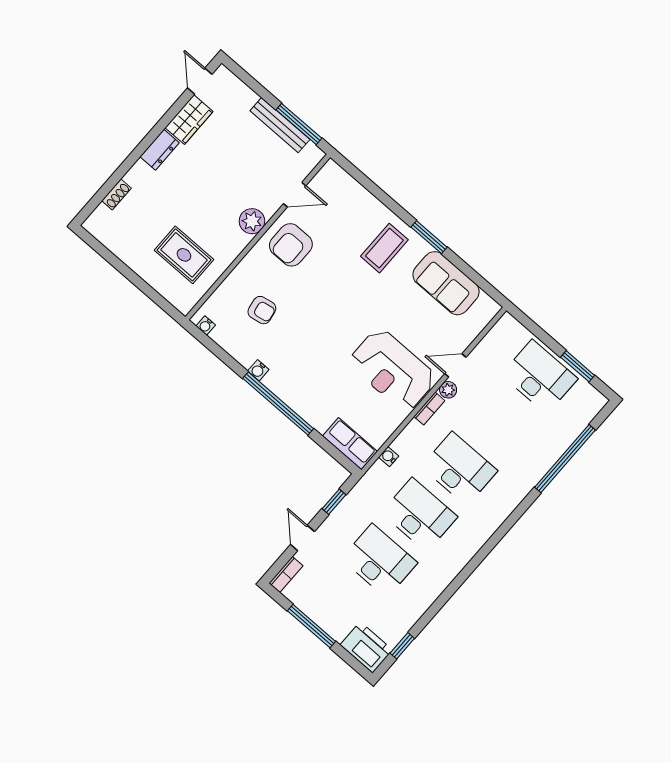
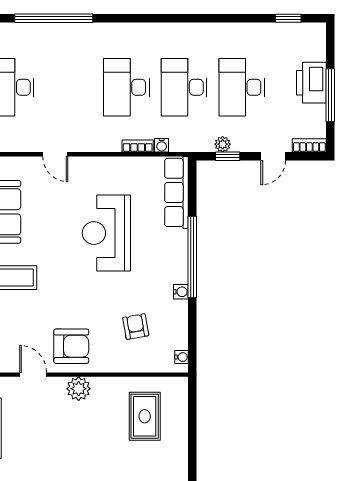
reception desk: (393, 370) -> (106, 233), moved, turned 180
plant: (448, 390) -> (223, 144), moved
bookcase: (429, 409) -> (138, 146), moved
row of seats: (350, 444) -> (176, 192), width x1.48
printer: (366, 647) -> (311, 83), moved

